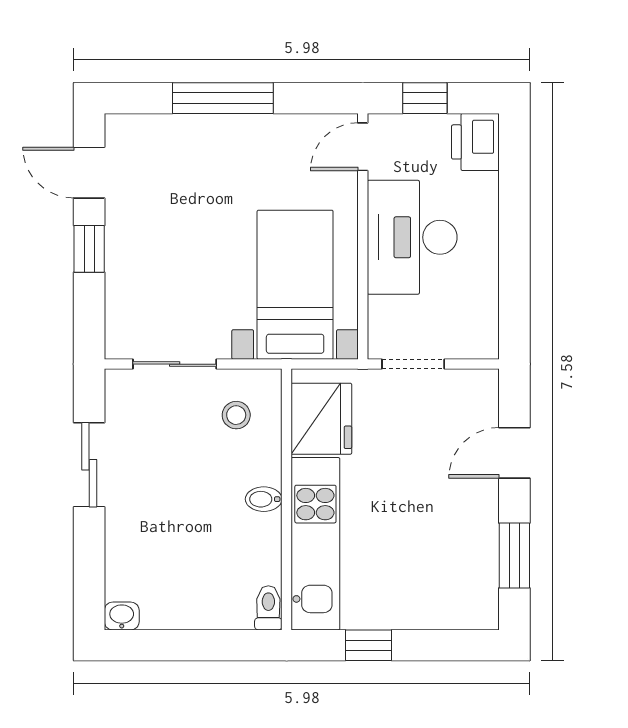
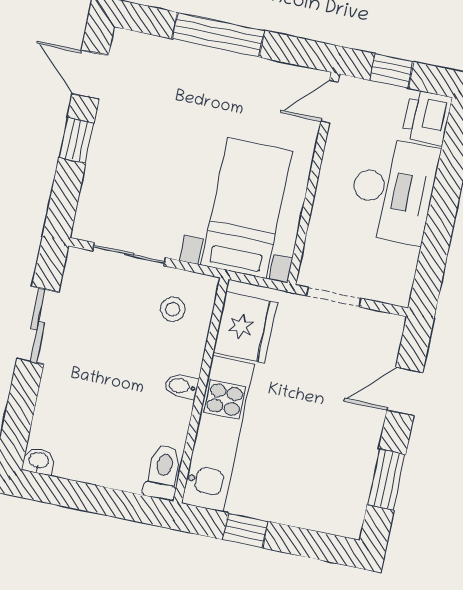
desk: (412, 237) -> (393, 190), moved, turned 180
toilet: (268, 608) -> (163, 472), width x1.37, depth x1.39

